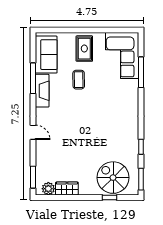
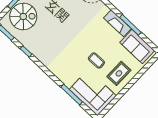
rug: (84, 49) -> (119, 73), turned 90
coffee table: (79, 80) -> (96, 60), moved

